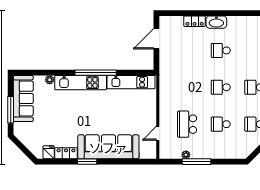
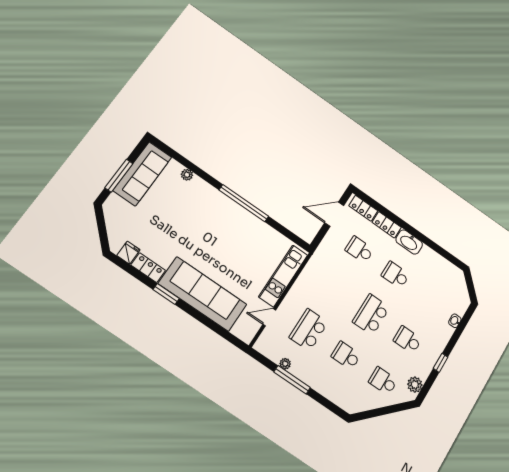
locker: (173, 21) -> (363, 208), added
school desk: (187, 50) -> (359, 250), added
kitchen unit: (131, 82) -> (283, 276), moved, turned 90
kitchen unit: (81, 83) -> (220, 202), removed
school desk: (221, 87) -> (371, 315), width x1.85

